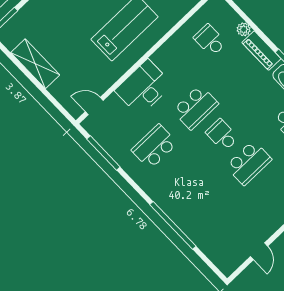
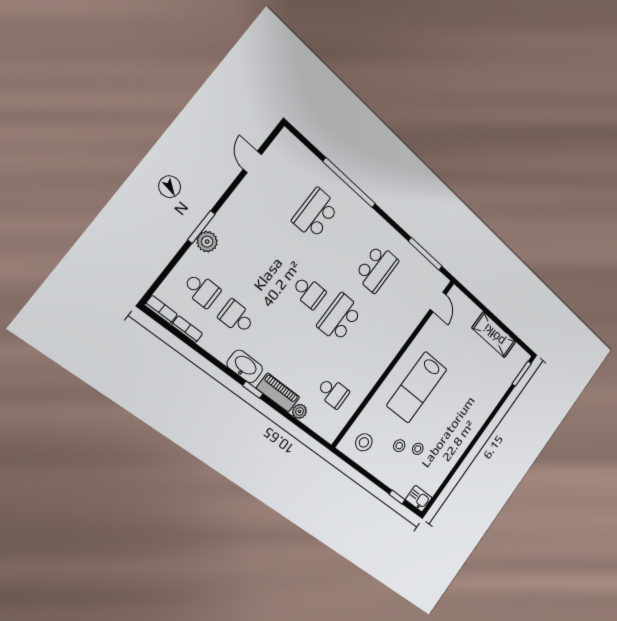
desk: (144, 88) -> (393, 330), removed
door: (94, 106) -> (438, 302), hinge flipped
school desk: (249, 163) -> (316, 214), moved

